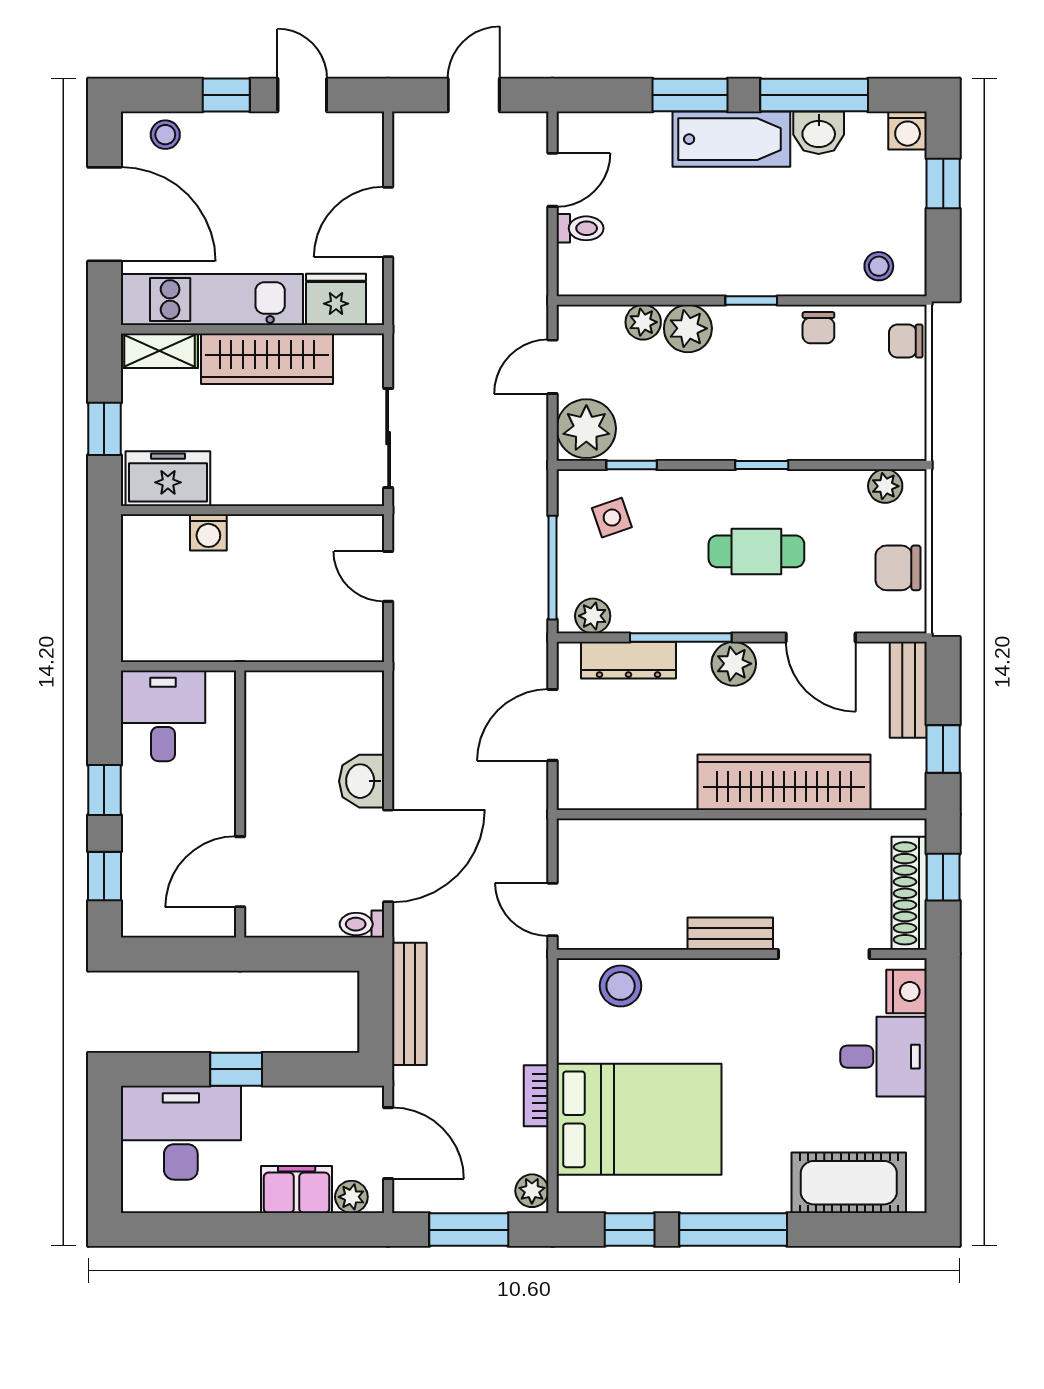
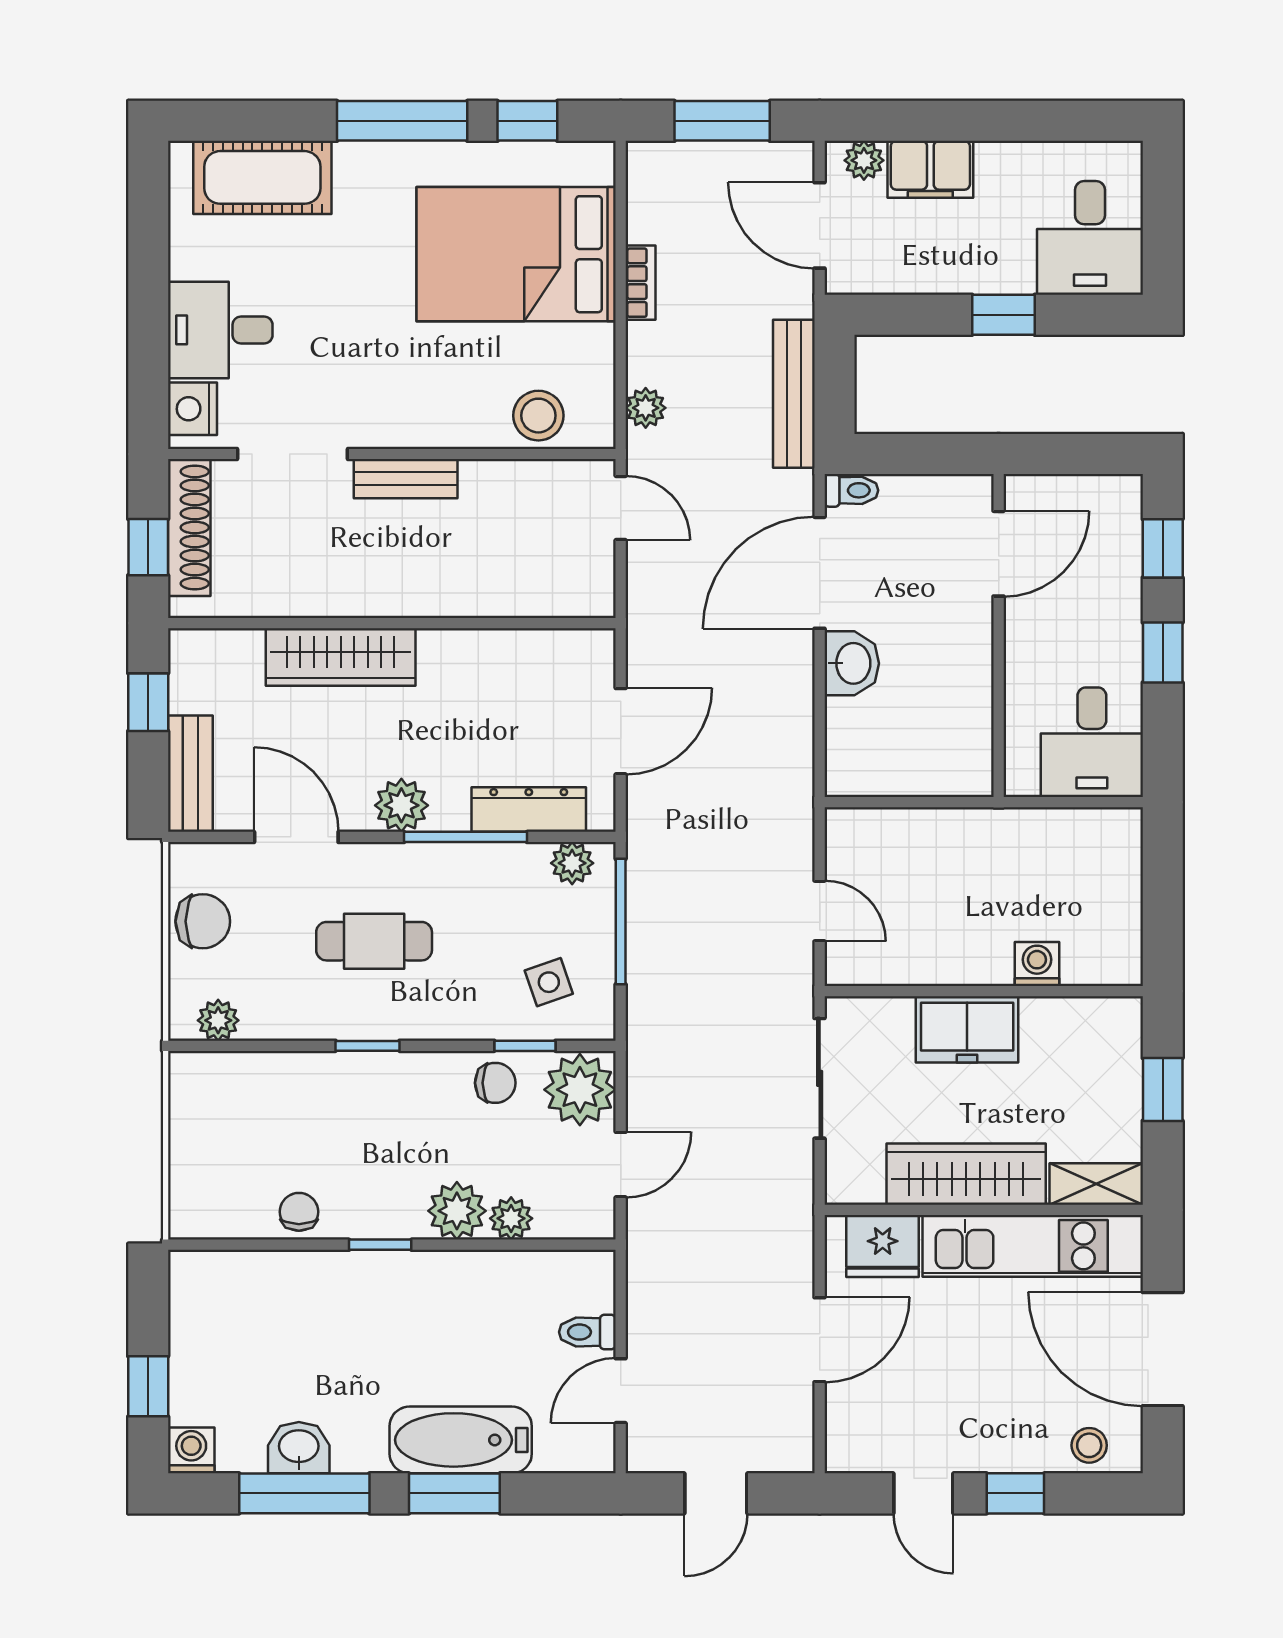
bathtub: (731, 139) -> (461, 1440), moved
stool: (879, 266) -> (226, 1286), removed
chair: (906, 341) -> (495, 1083), moved
freezer: (168, 479) -> (967, 1029), moved
wardrobe: (784, 782) -> (341, 657), width x0.71, depth x0.85
desk: (181, 1133) -> (1090, 238), width x0.73
plant: (532, 1191) -> (646, 408), moved

